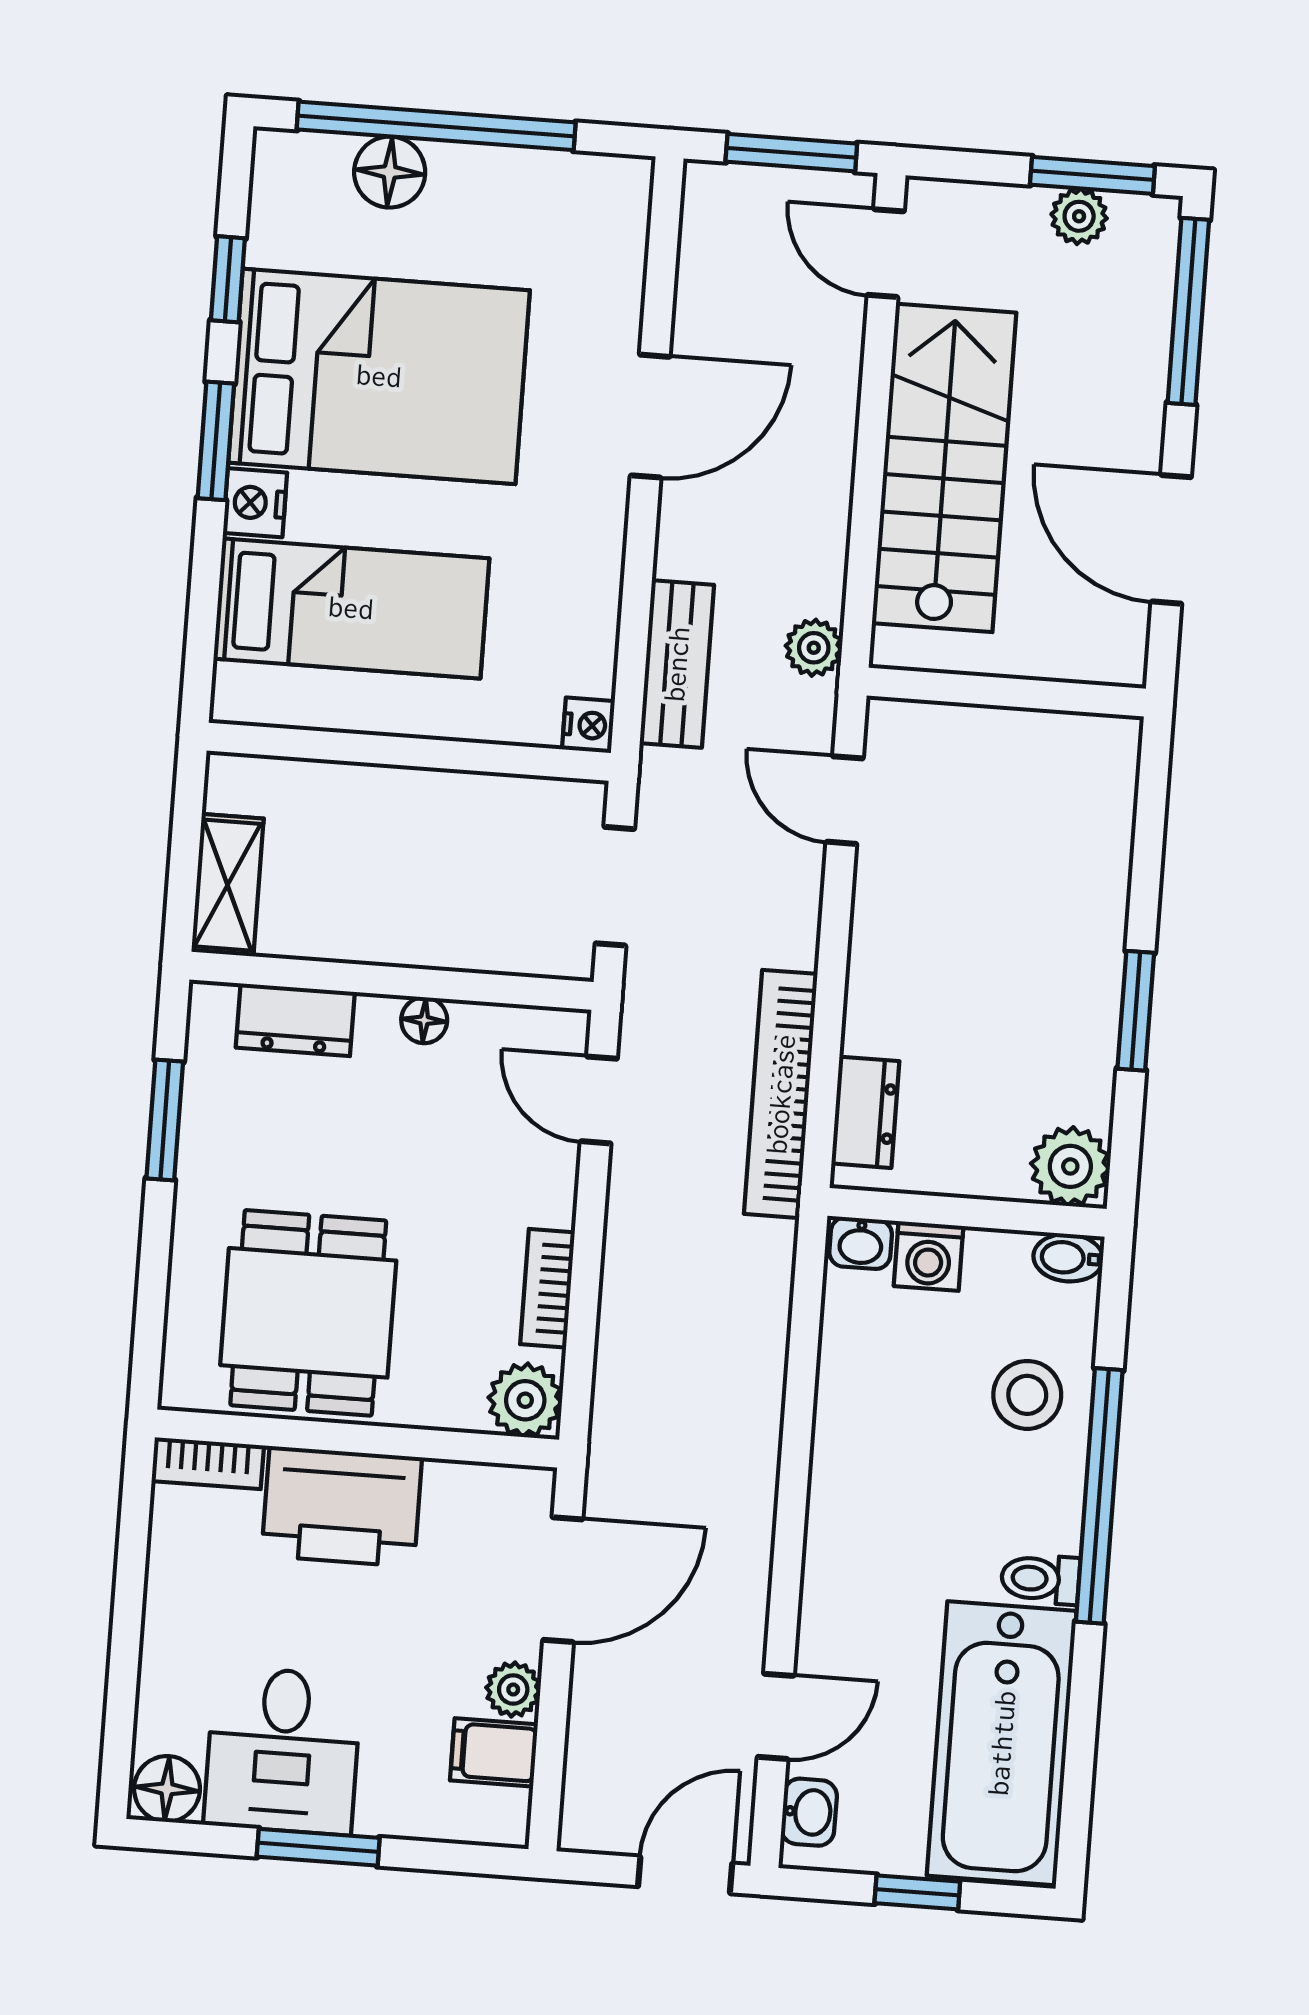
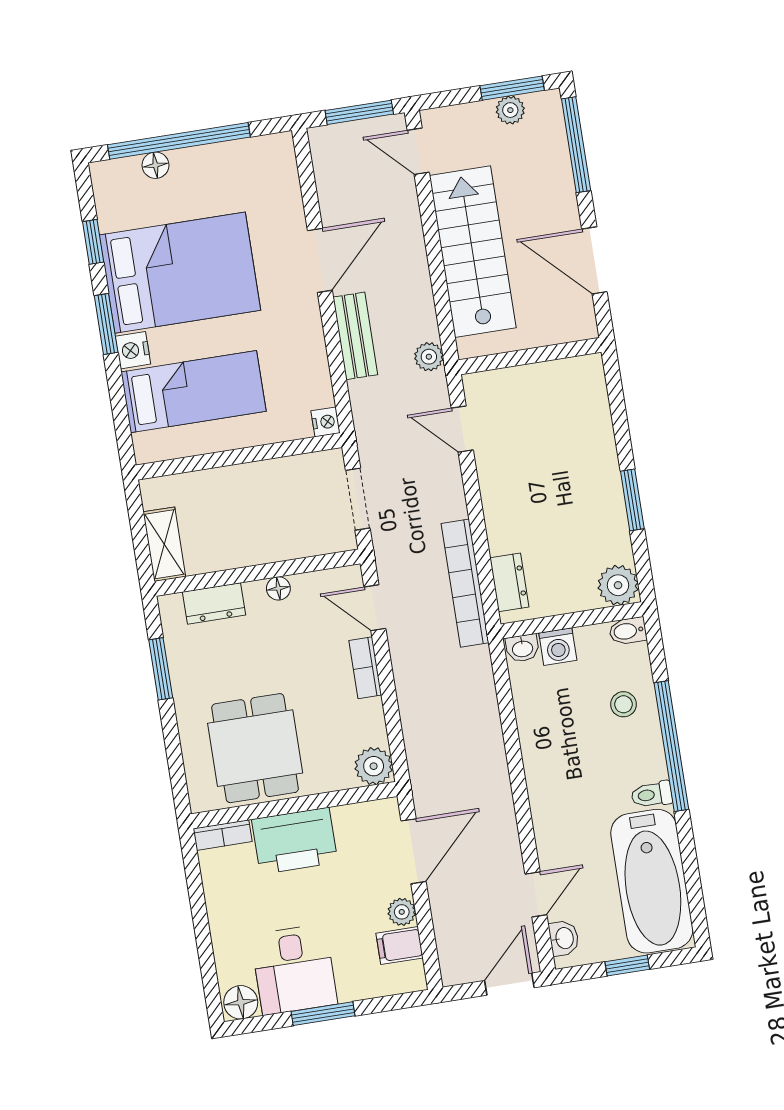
floor lamp: (390, 172) -> (155, 165), width x0.73, depth x0.73
bench: (677, 664) -> (355, 336), moved
bookcase: (548, 1288) -> (365, 668), moved
stool: (1027, 1395) -> (623, 704), width x0.73, depth x0.73

